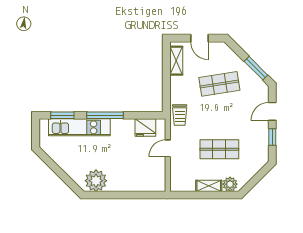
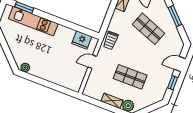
window: (256, 68) -> (175, 16), moved
shop shelf: (219, 84) -> (149, 29), turned 30
window: (105, 115) -> (56, 20), removed
plant: (96, 181) -> (25, 67), width x0.53, depth x0.53

